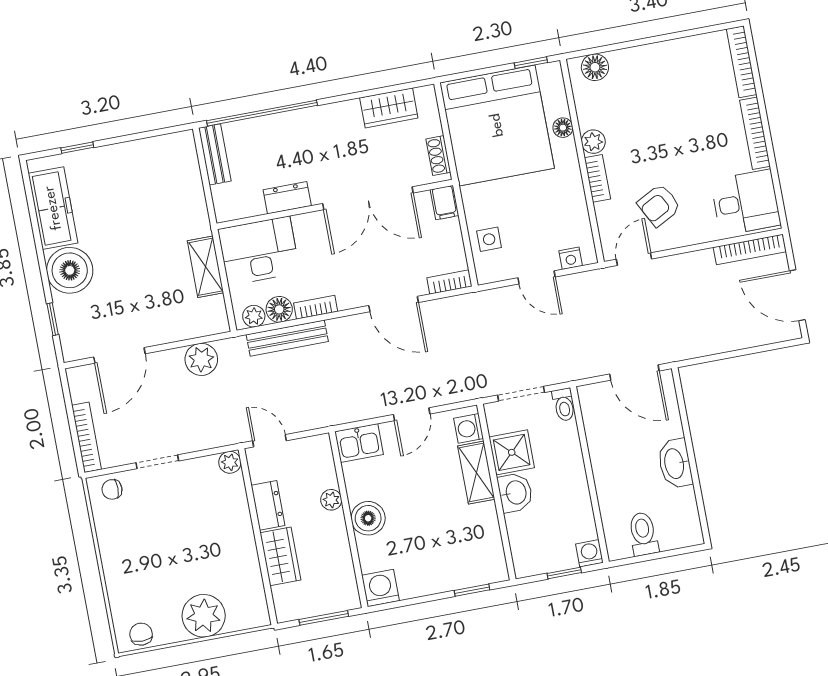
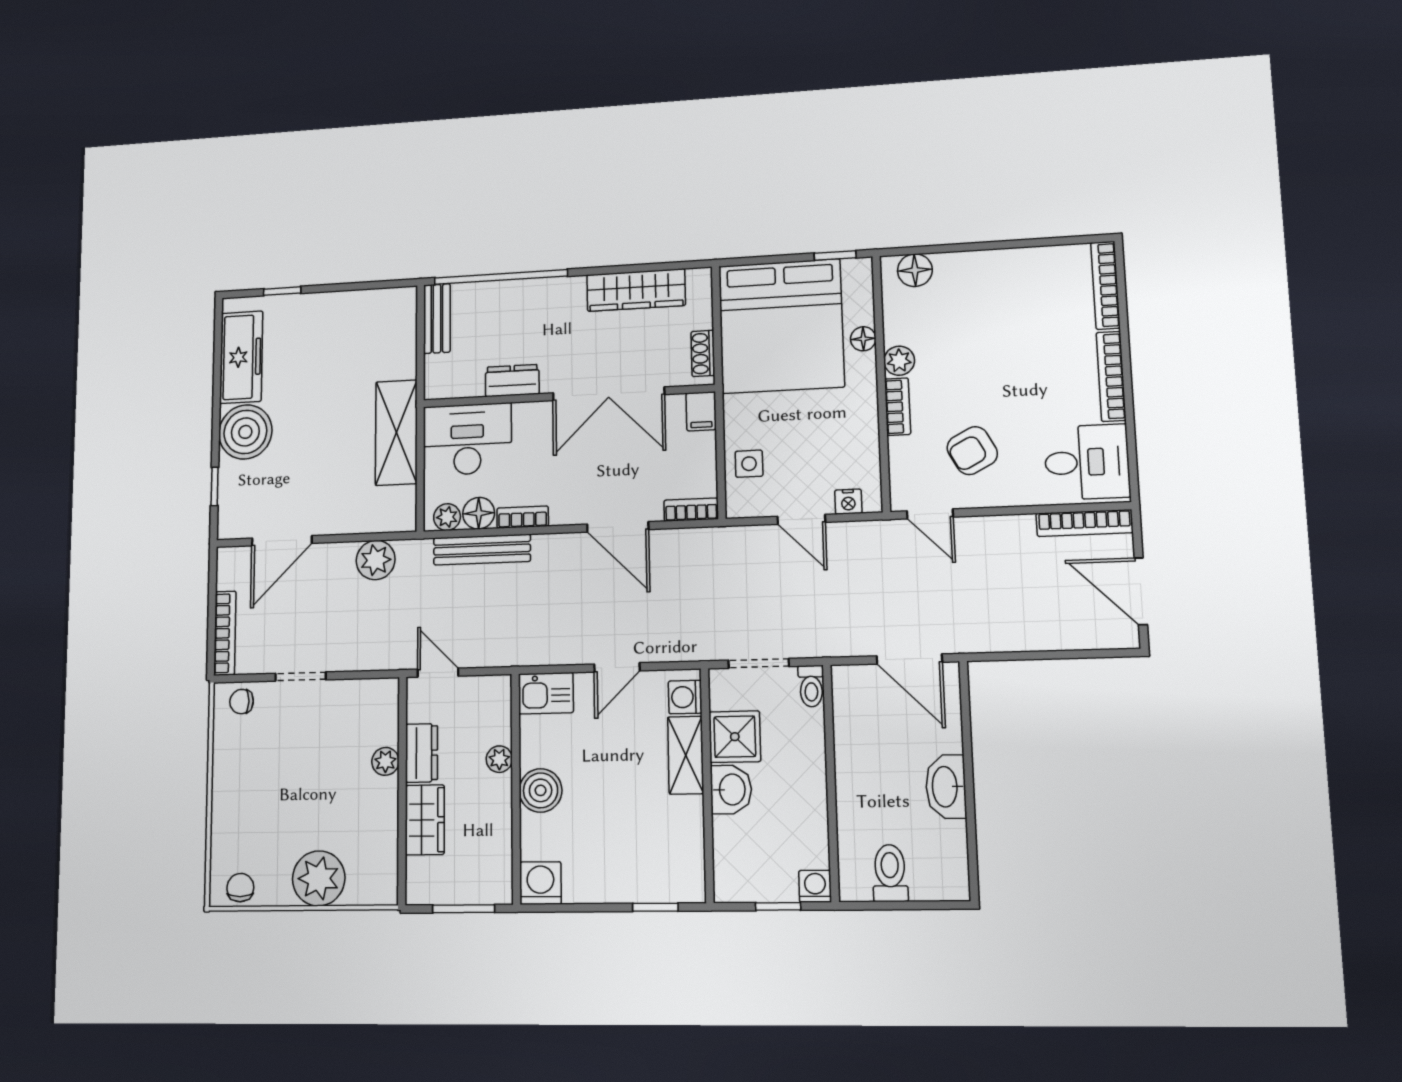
wardrobe: (389, 108) -> (636, 290), width x1.50
door: (634, 259) -> (930, 514), swing flipped
shelving: (205, 267) -> (396, 433), width x1.50, depth x1.33
plant: (230, 462) -> (385, 761), moved

